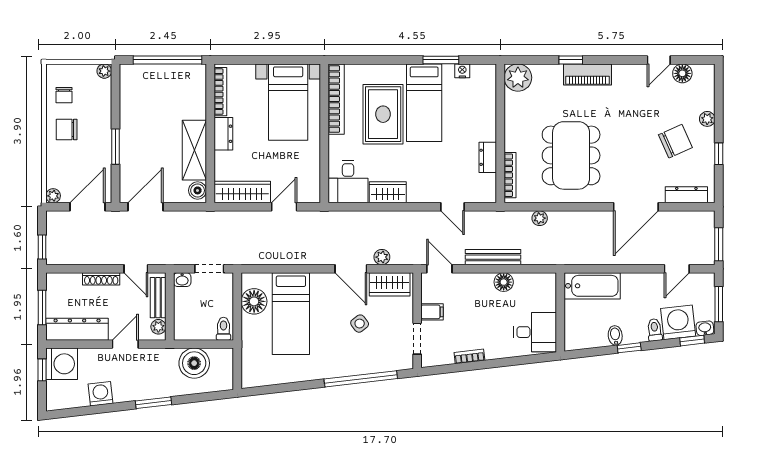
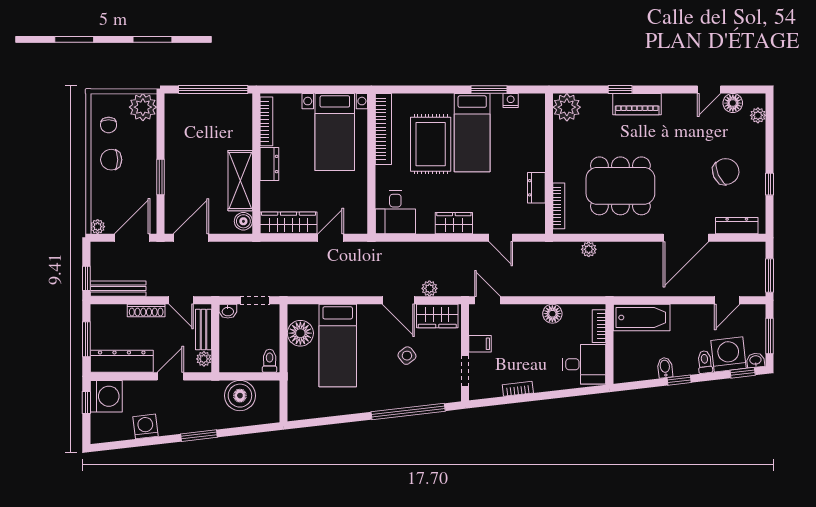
plant: (104, 71) -> (143, 107), width x1.87, depth x1.87
plant: (707, 119) -> (758, 115), moved
dining table: (571, 155) -> (620, 186), turned 90
wardrobe: (388, 192) -> (454, 223), moved
bench: (493, 257) -> (118, 289), moved
bookcase: (550, 294) -> (599, 326), added

